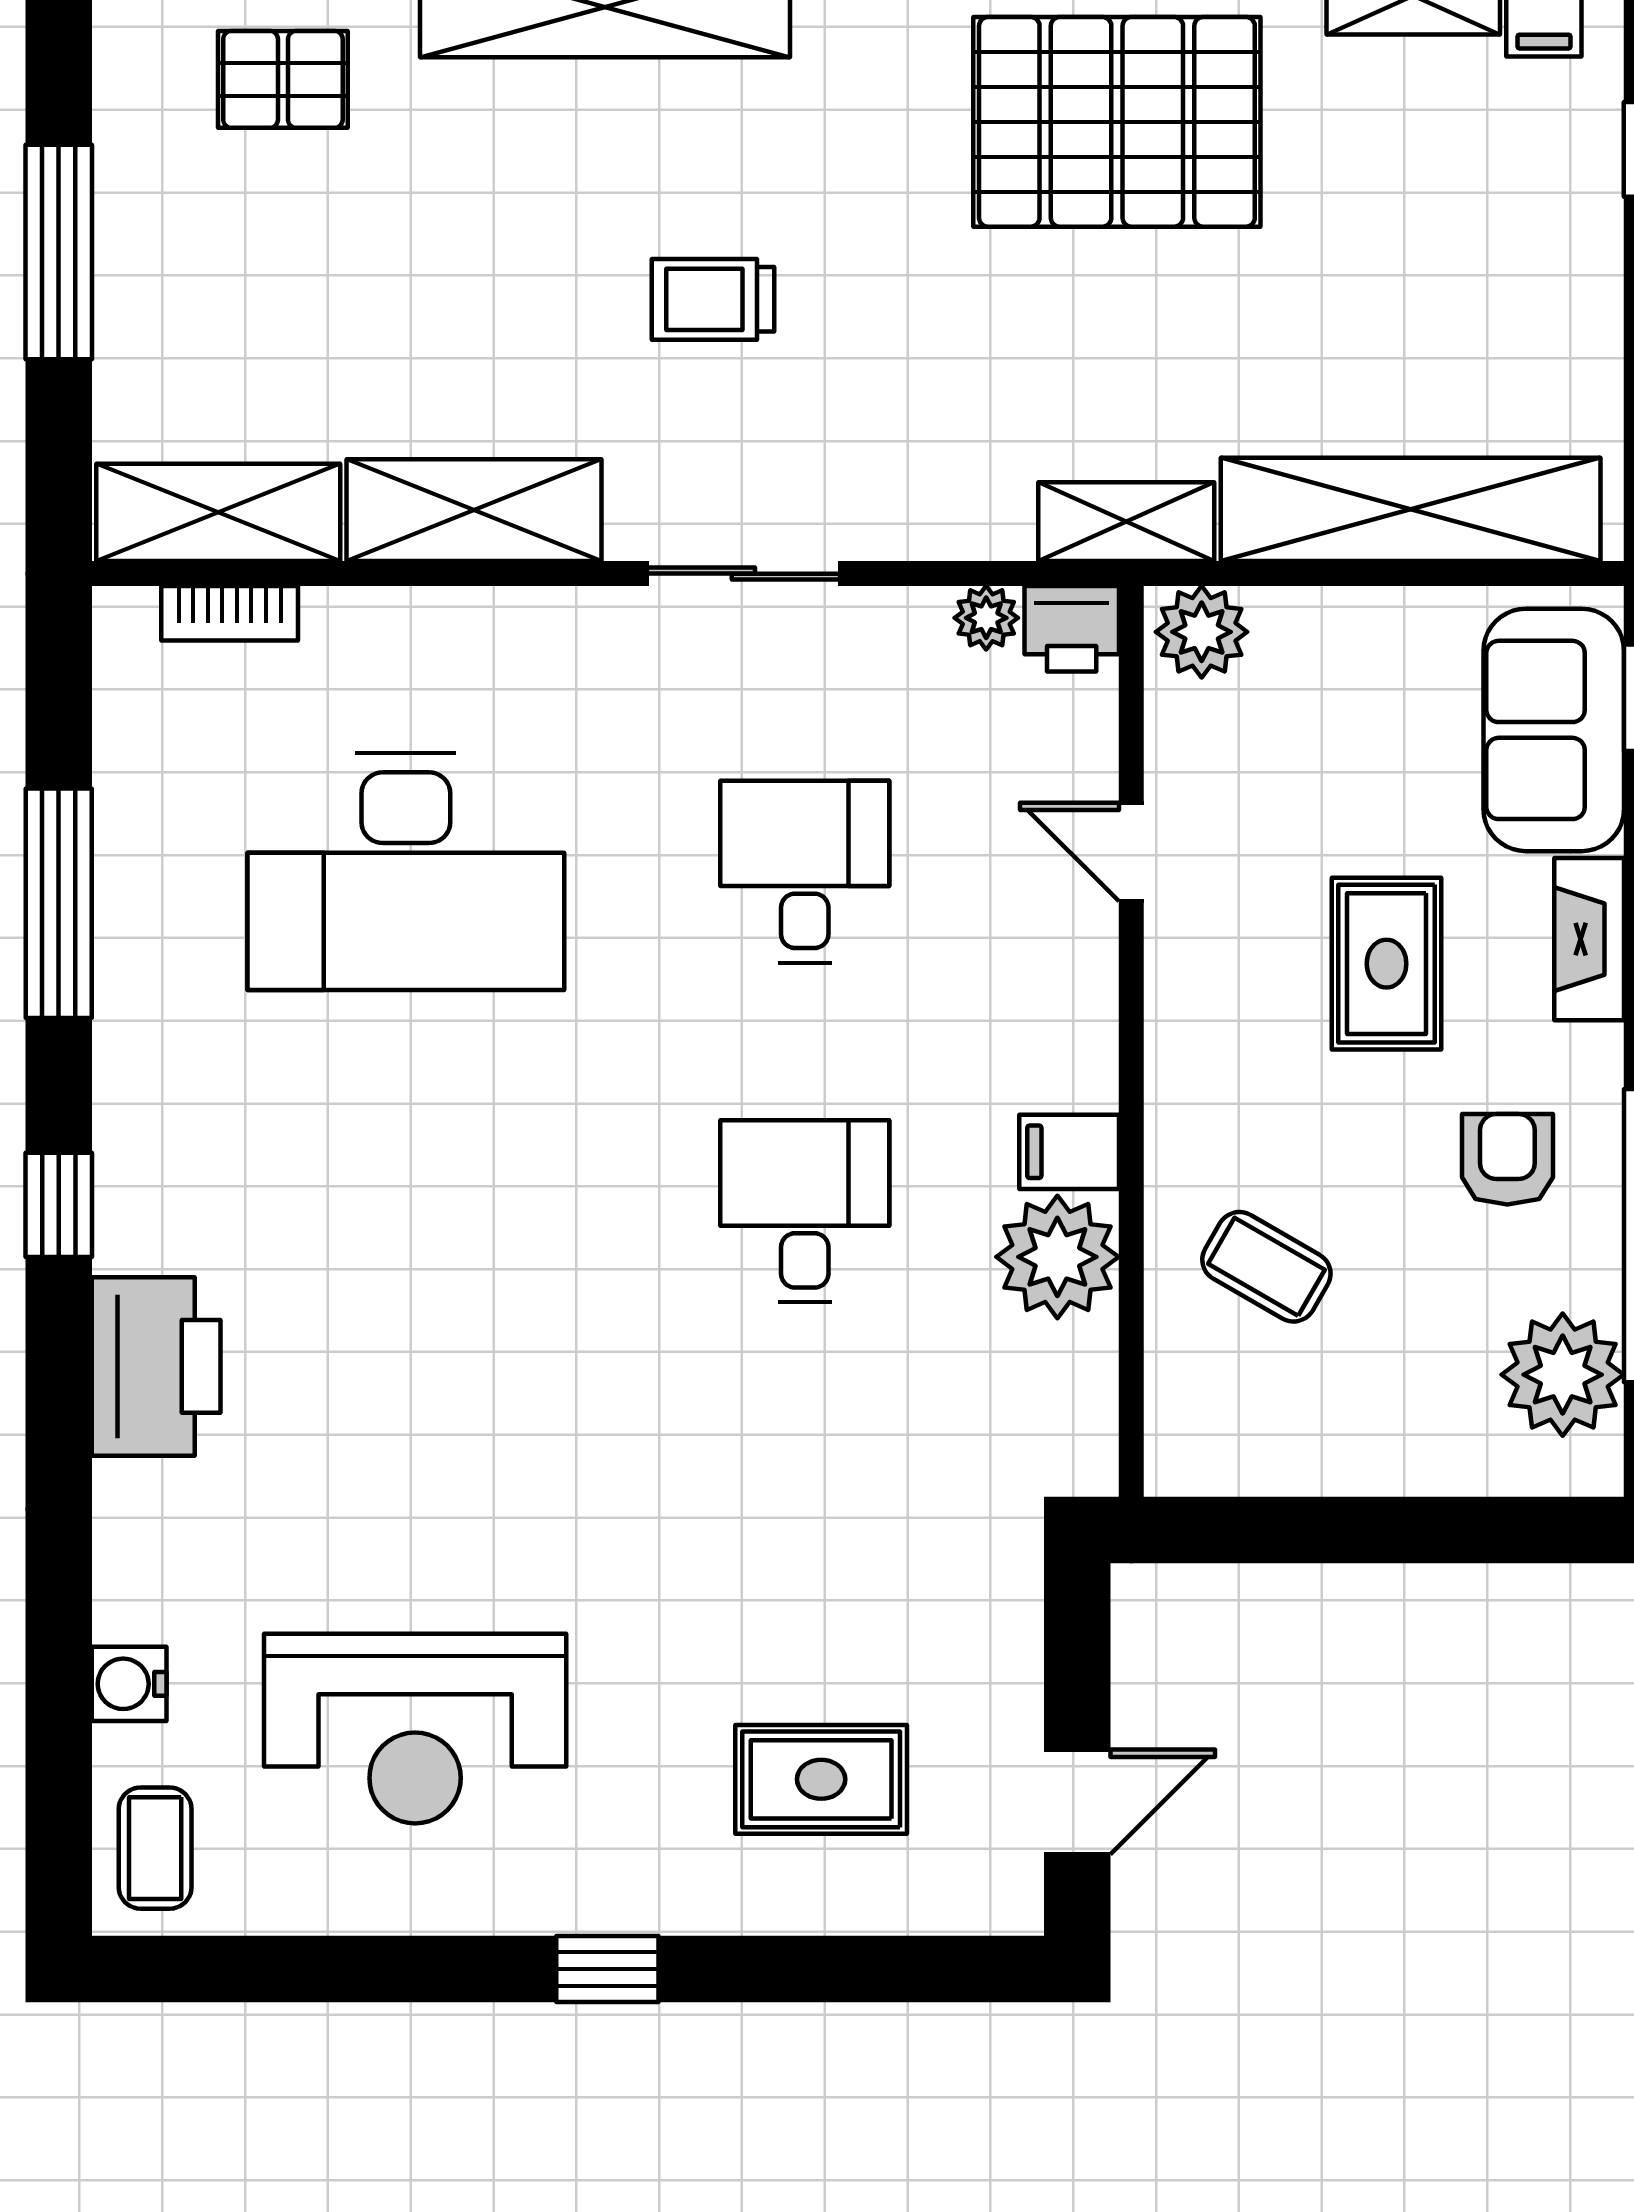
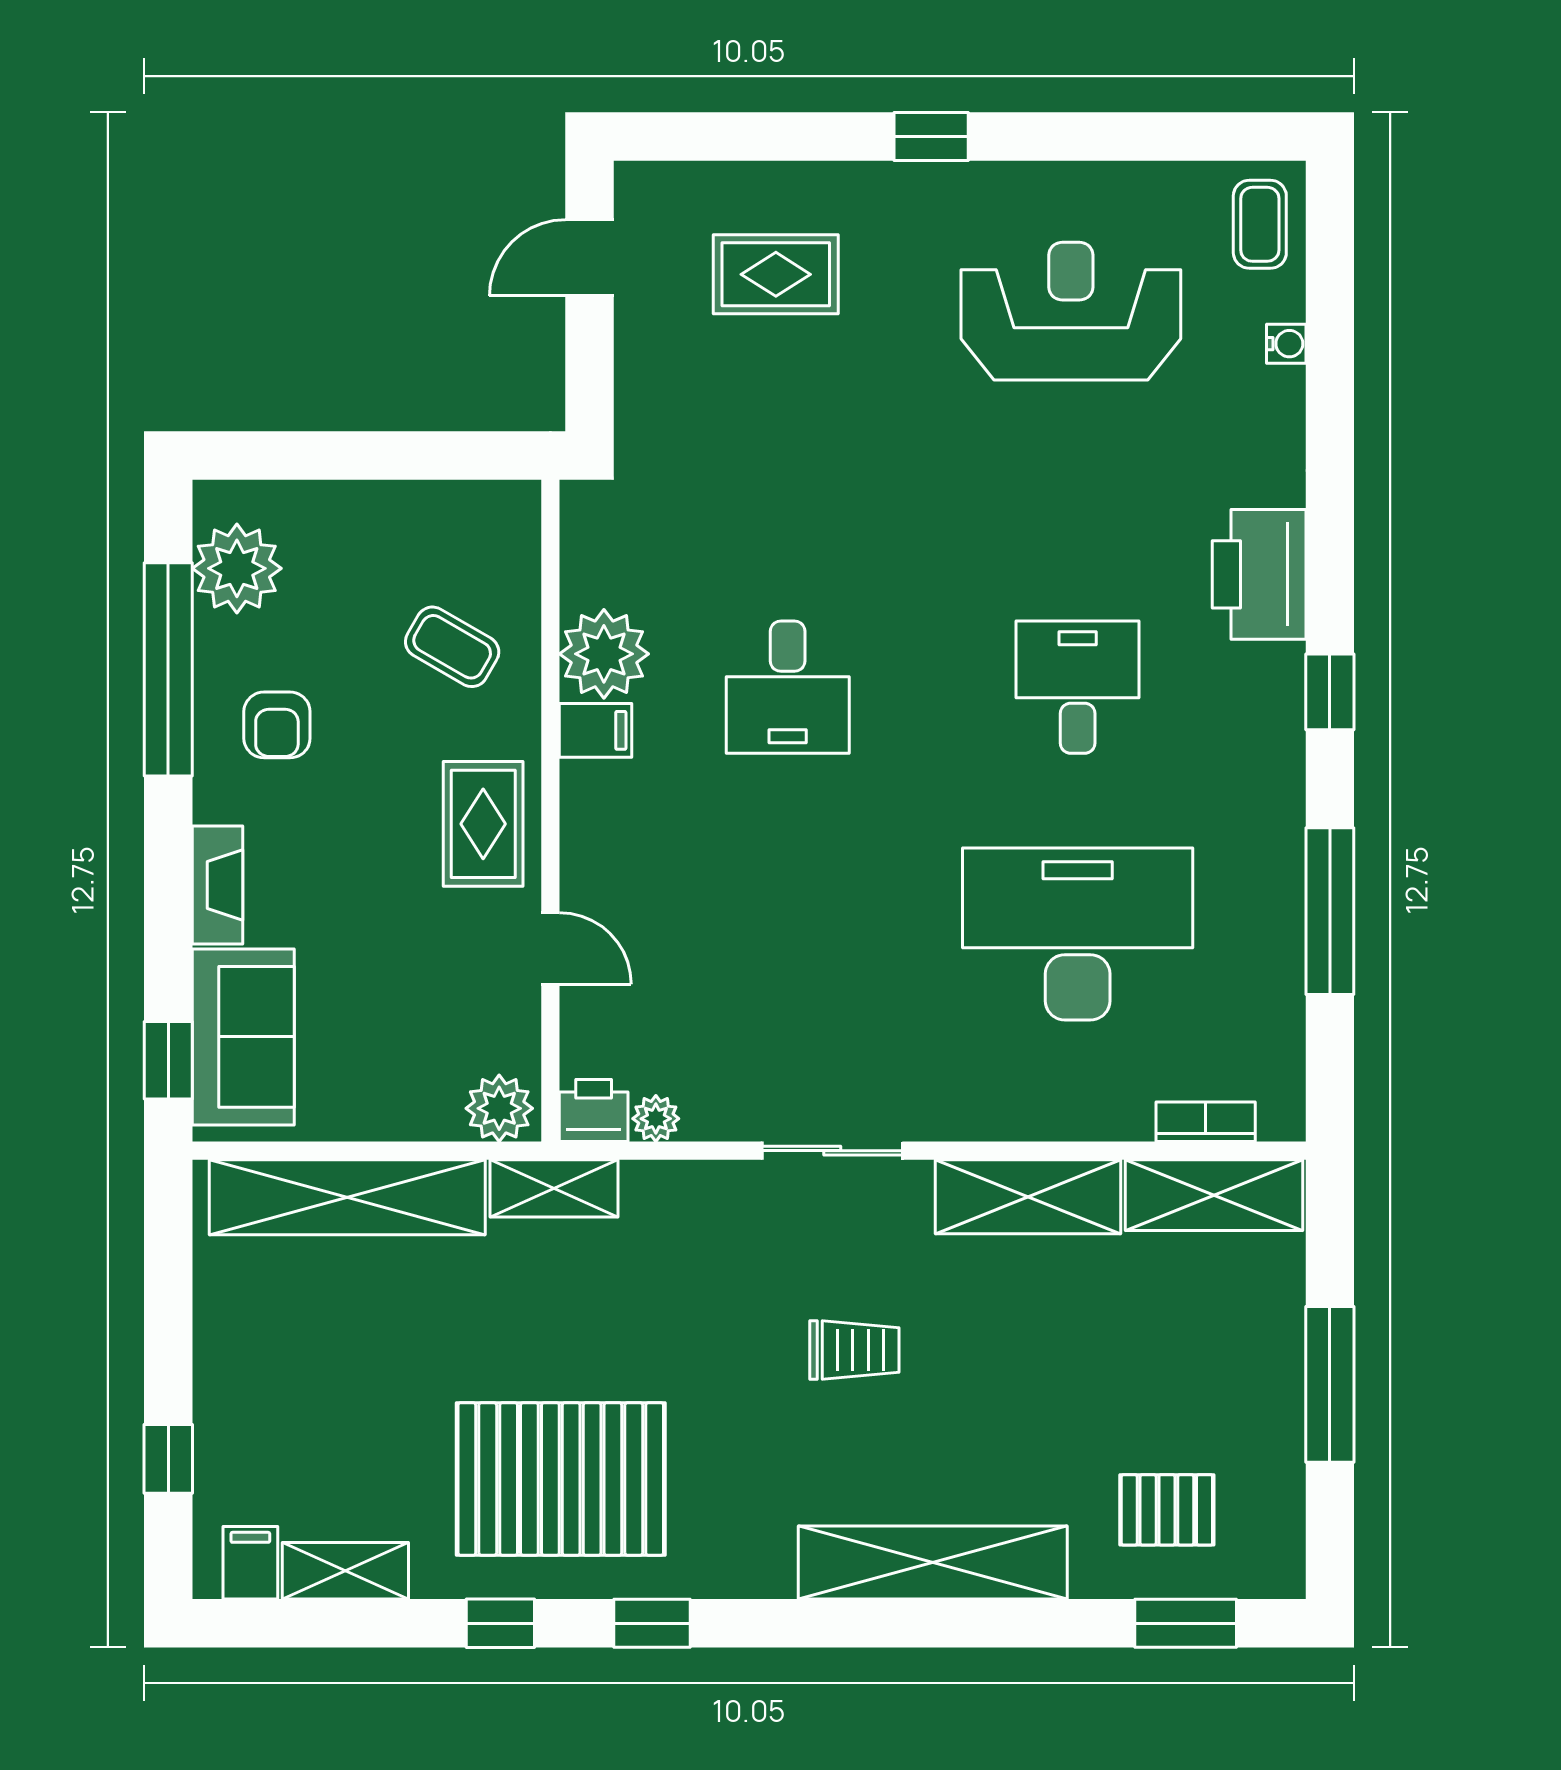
desk: (805, 872) -> (1078, 687), moved, turned 180
rug: (1387, 964) -> (483, 824), moved
water cooler: (129, 1684) -> (1286, 344), width x0.72, depth x0.72

